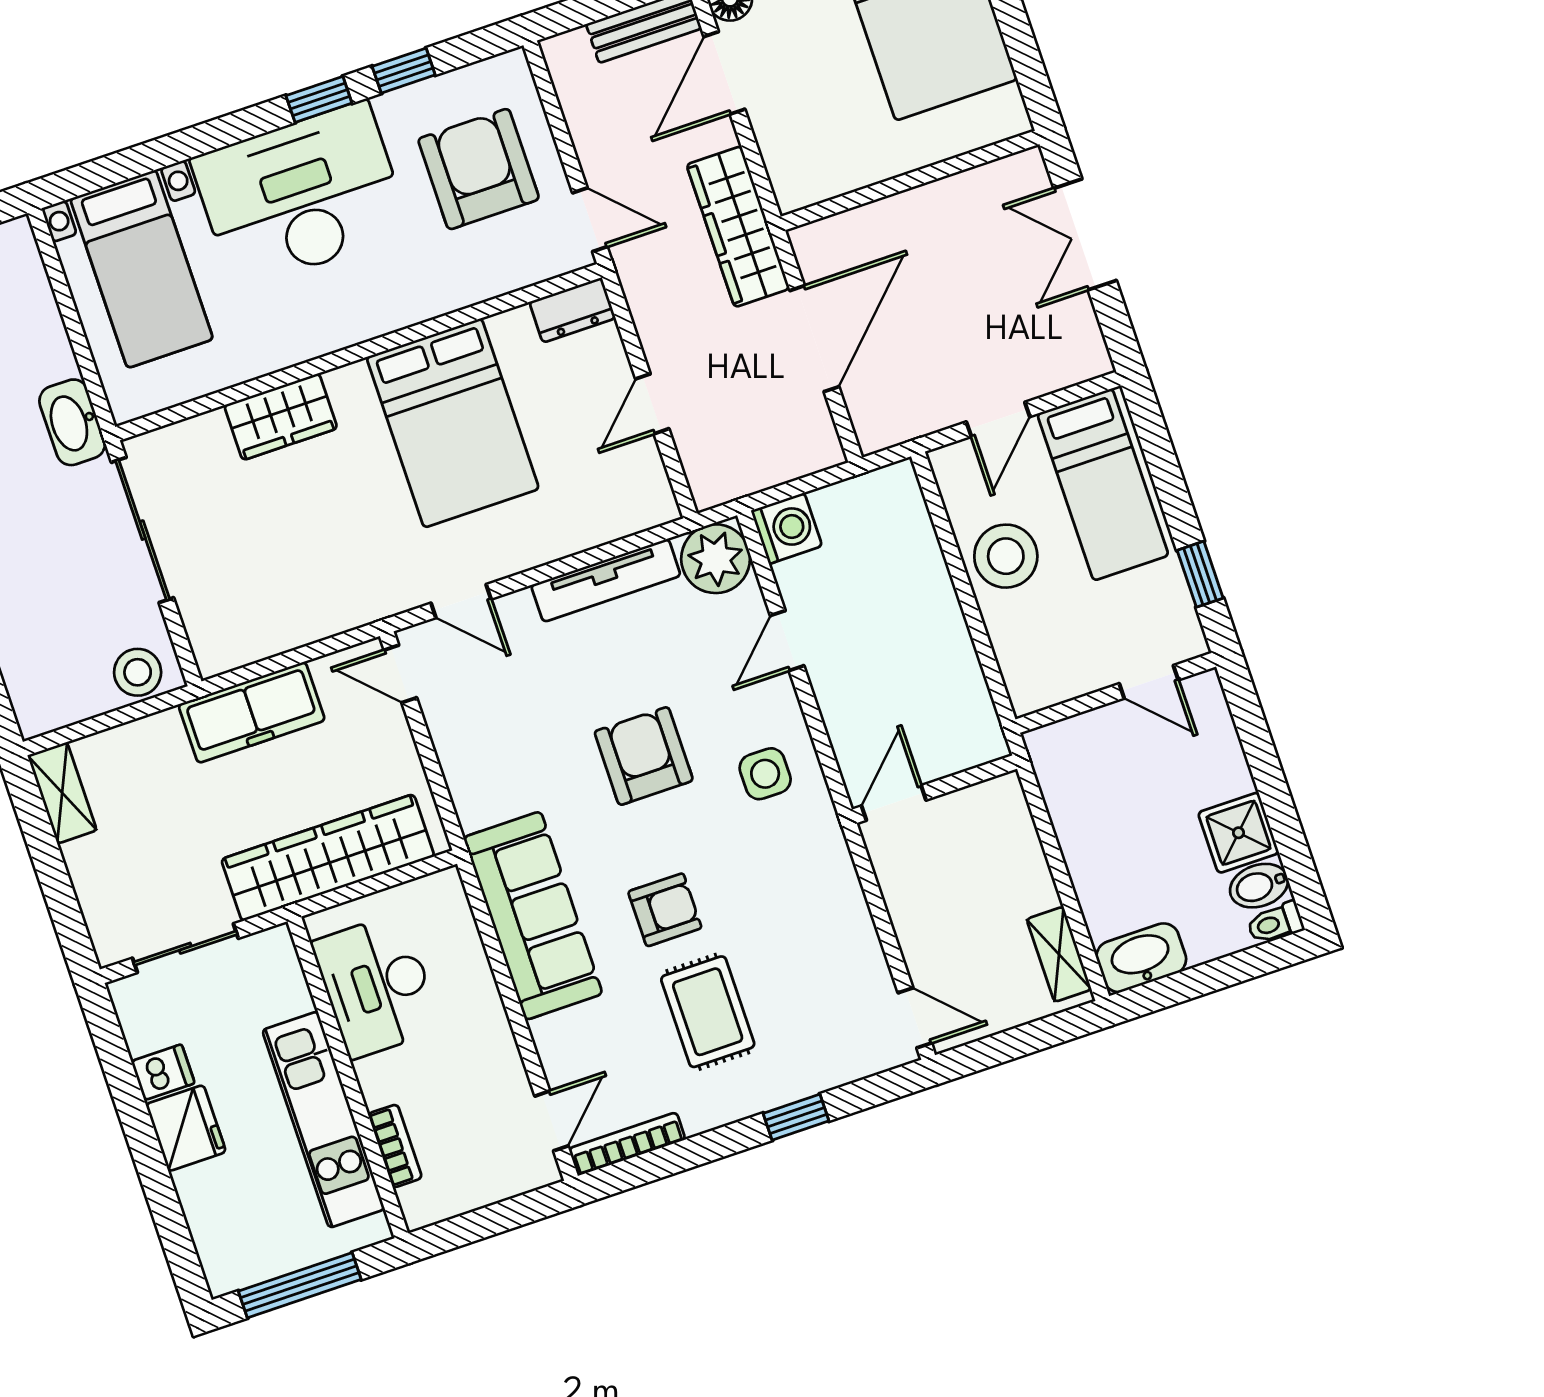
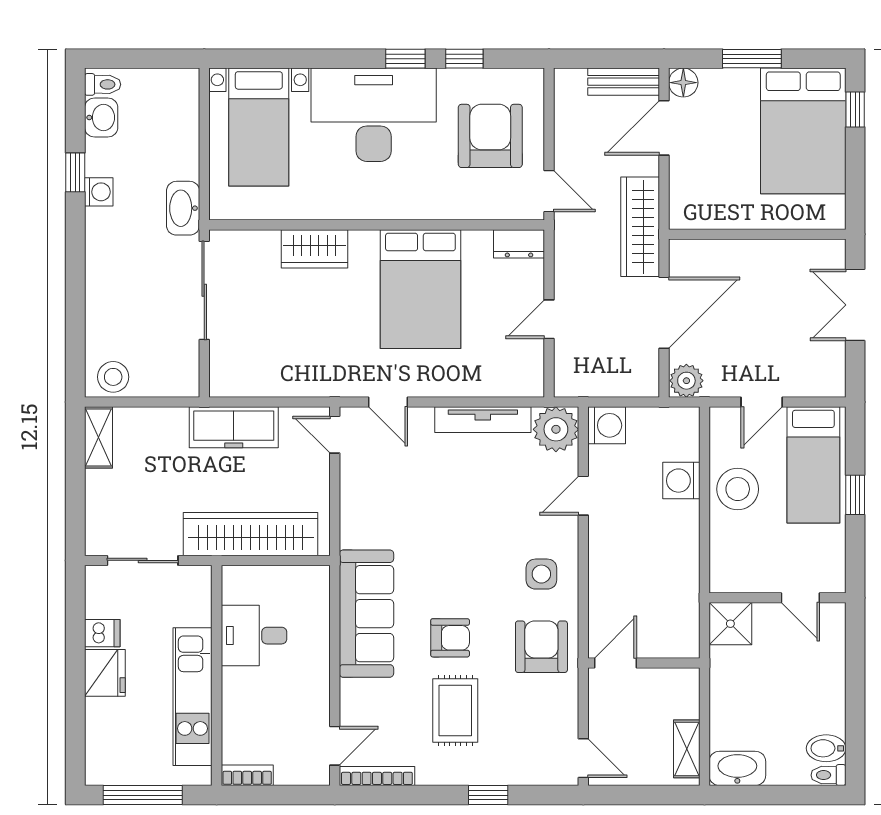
plant: (879, 425) -> (686, 381), added
washing machine: (921, 571) -> (681, 481), added
window: (1200, 574) -> (855, 495), moved
stool: (138, 672) -> (113, 377), moved
armchair: (644, 756) -> (541, 647), moved
wall: (934, 789) -> (644, 663), moved
door: (894, 803) -> (616, 663), moved
shower: (1238, 833) -> (730, 624), moved
desk: (377, 986) -> (254, 636), width x0.73
bookcase: (395, 1146) -> (247, 775), moved, turned -90

